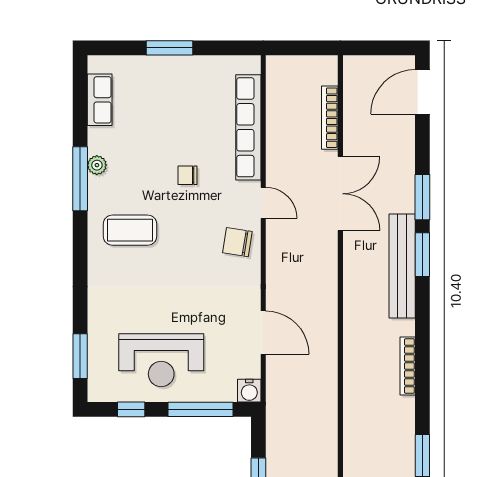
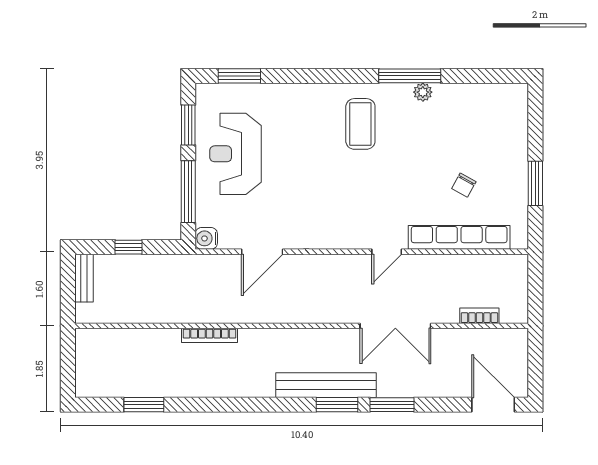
window: (169, 48) -> (535, 183), moved
row of seats: (100, 100) -> (486, 95), removed
bookcase: (330, 118) -> (479, 316), width x0.64
chair: (188, 175) -> (464, 185), moved, turned -151
chair: (237, 242) -> (349, 227), removed
bookcase: (408, 366) -> (210, 335), moved, turned 180
window: (131, 409) -> (188, 125), width x1.50

